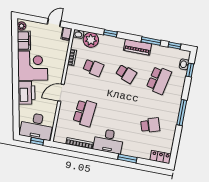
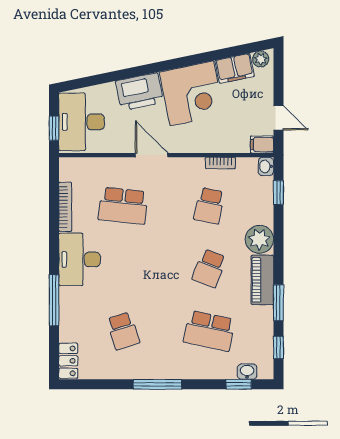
window: (110, 33) -> (278, 192), moved
plant: (91, 40) -> (259, 239), moved
window: (127, 158) -> (54, 300), width x1.44

